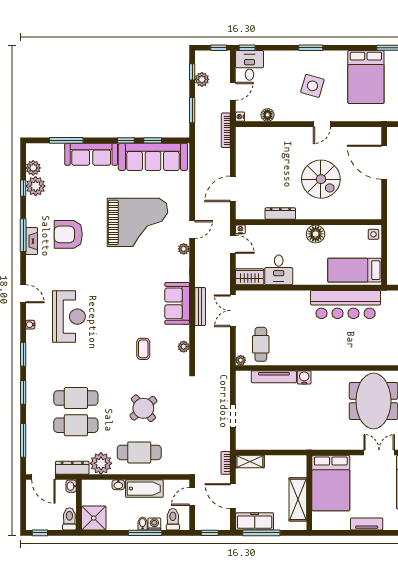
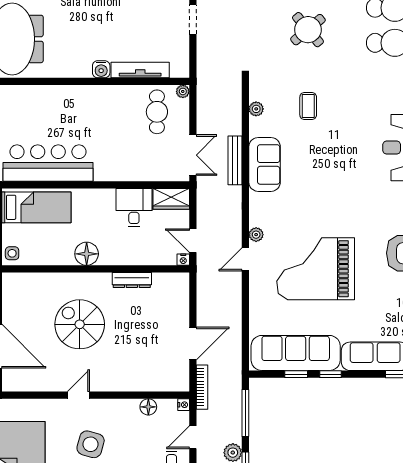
window: (192, 110) -> (245, 413), width x1.44
door: (233, 189) -> (193, 344), moved

